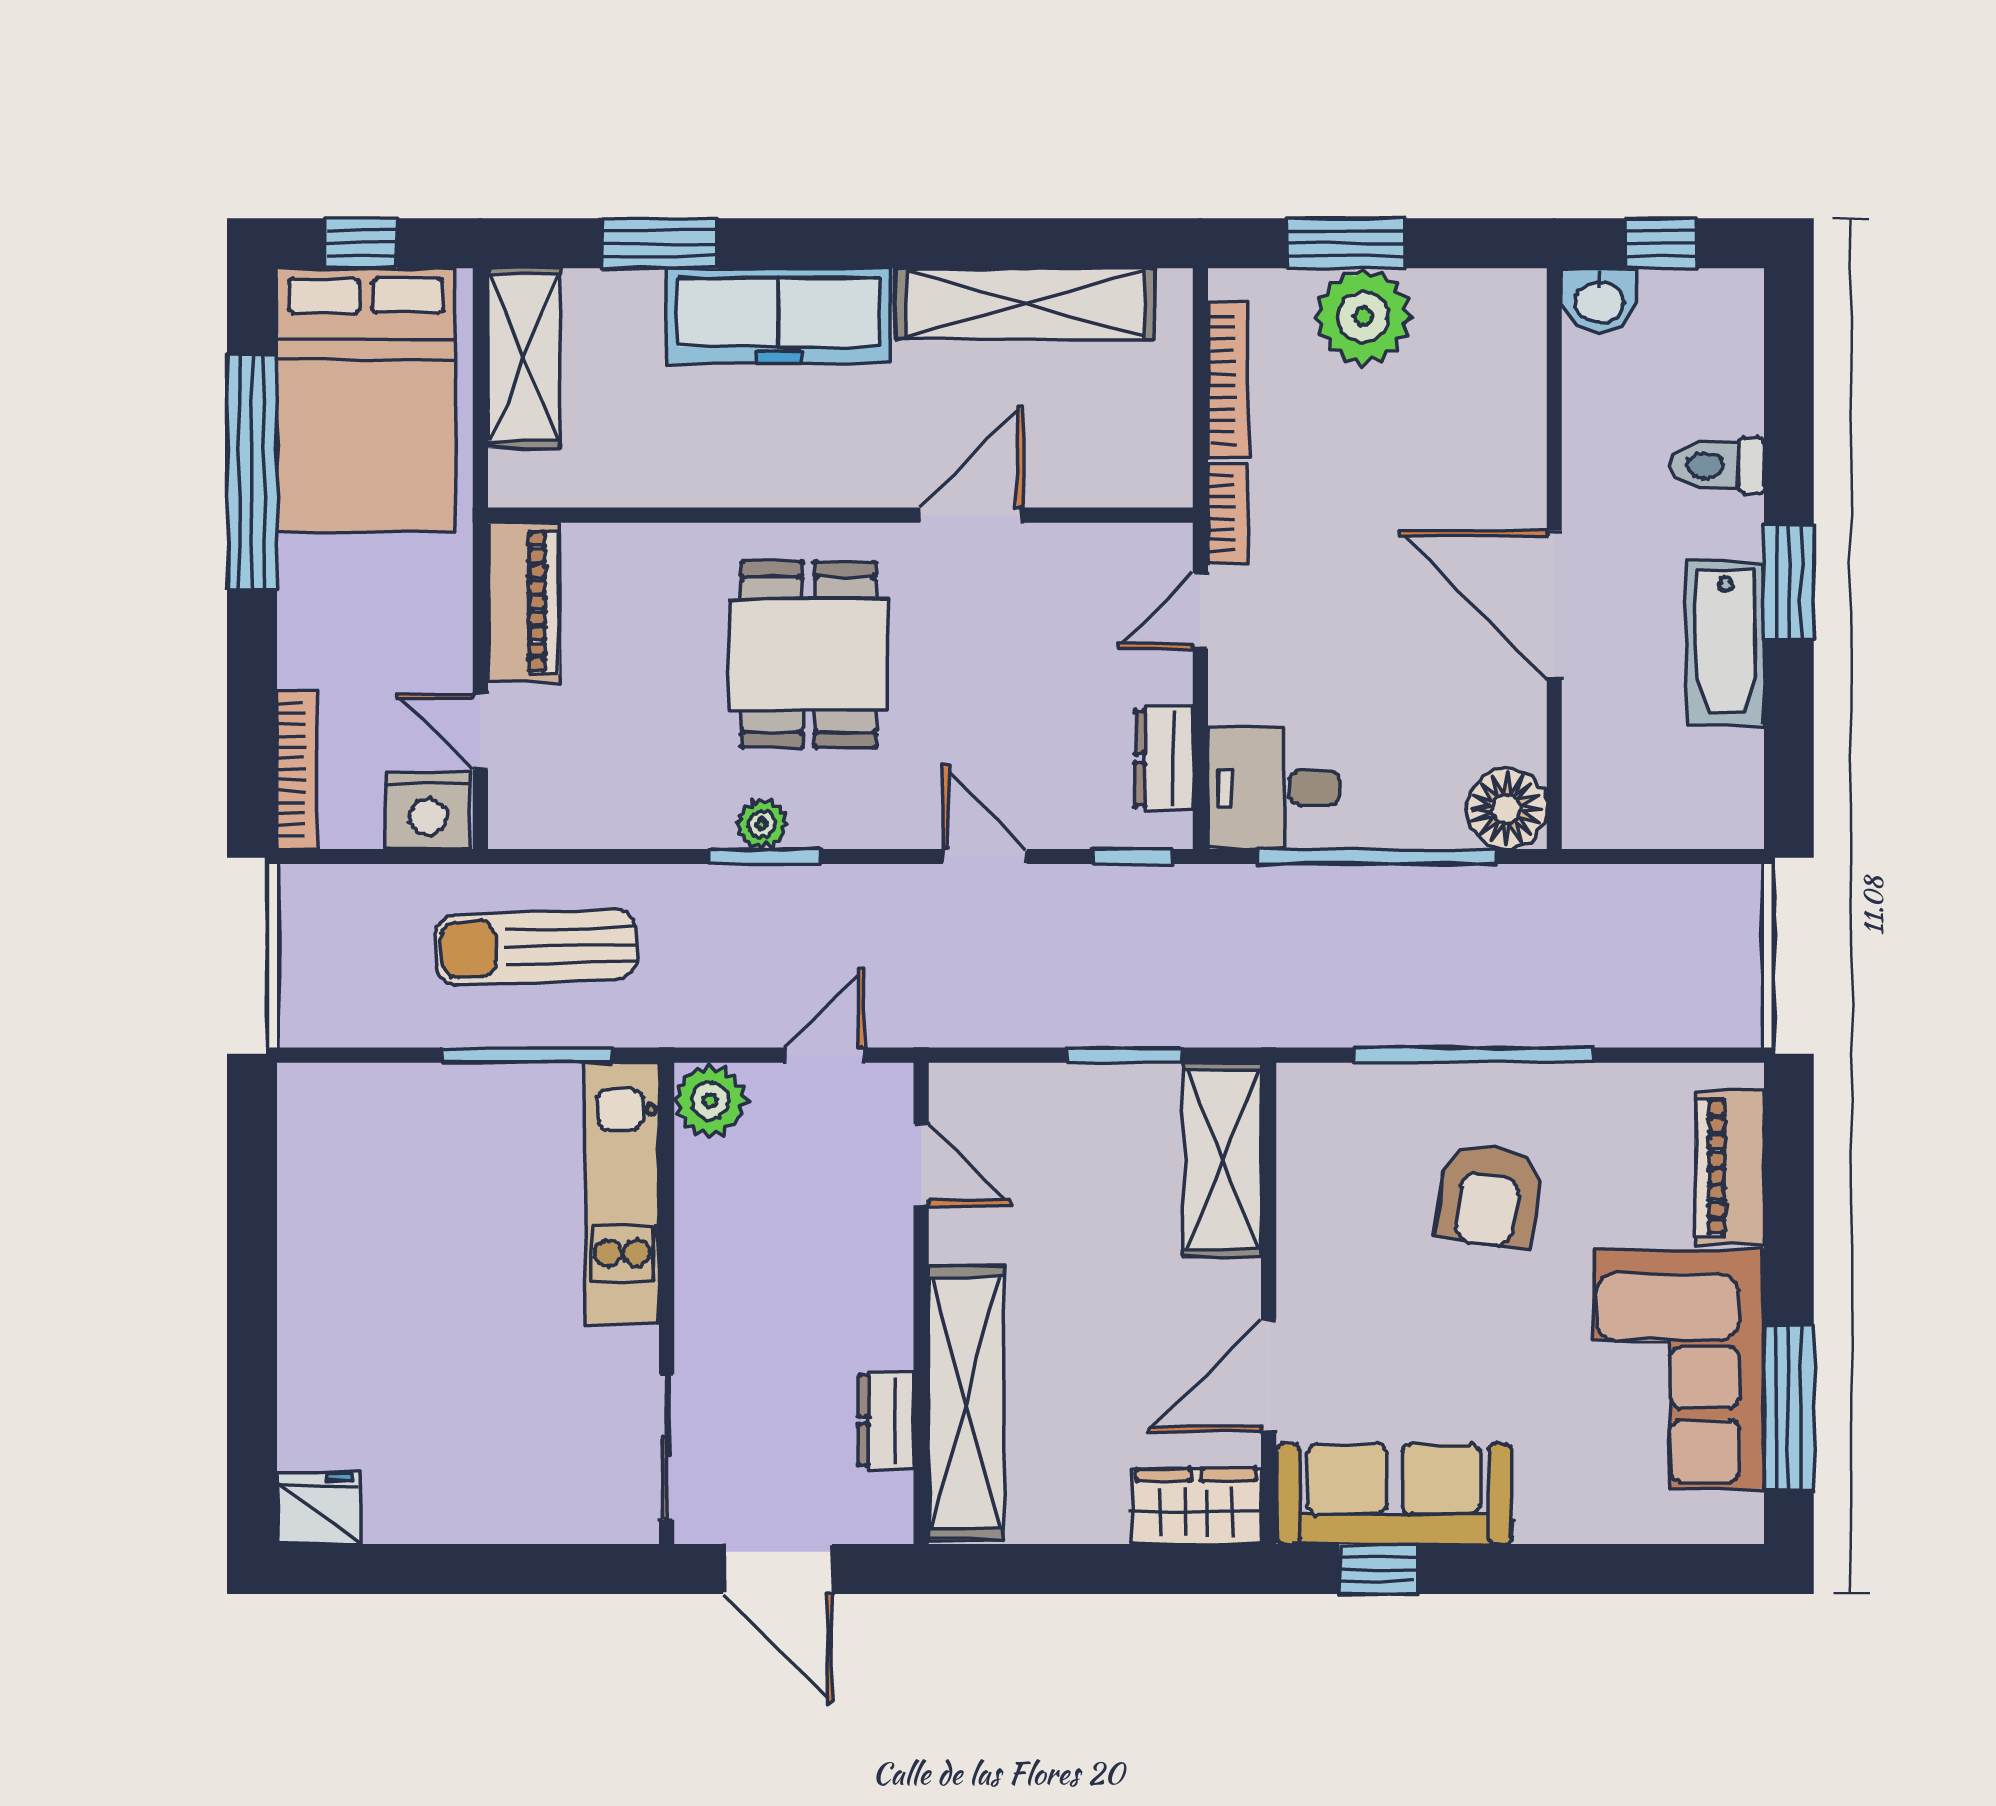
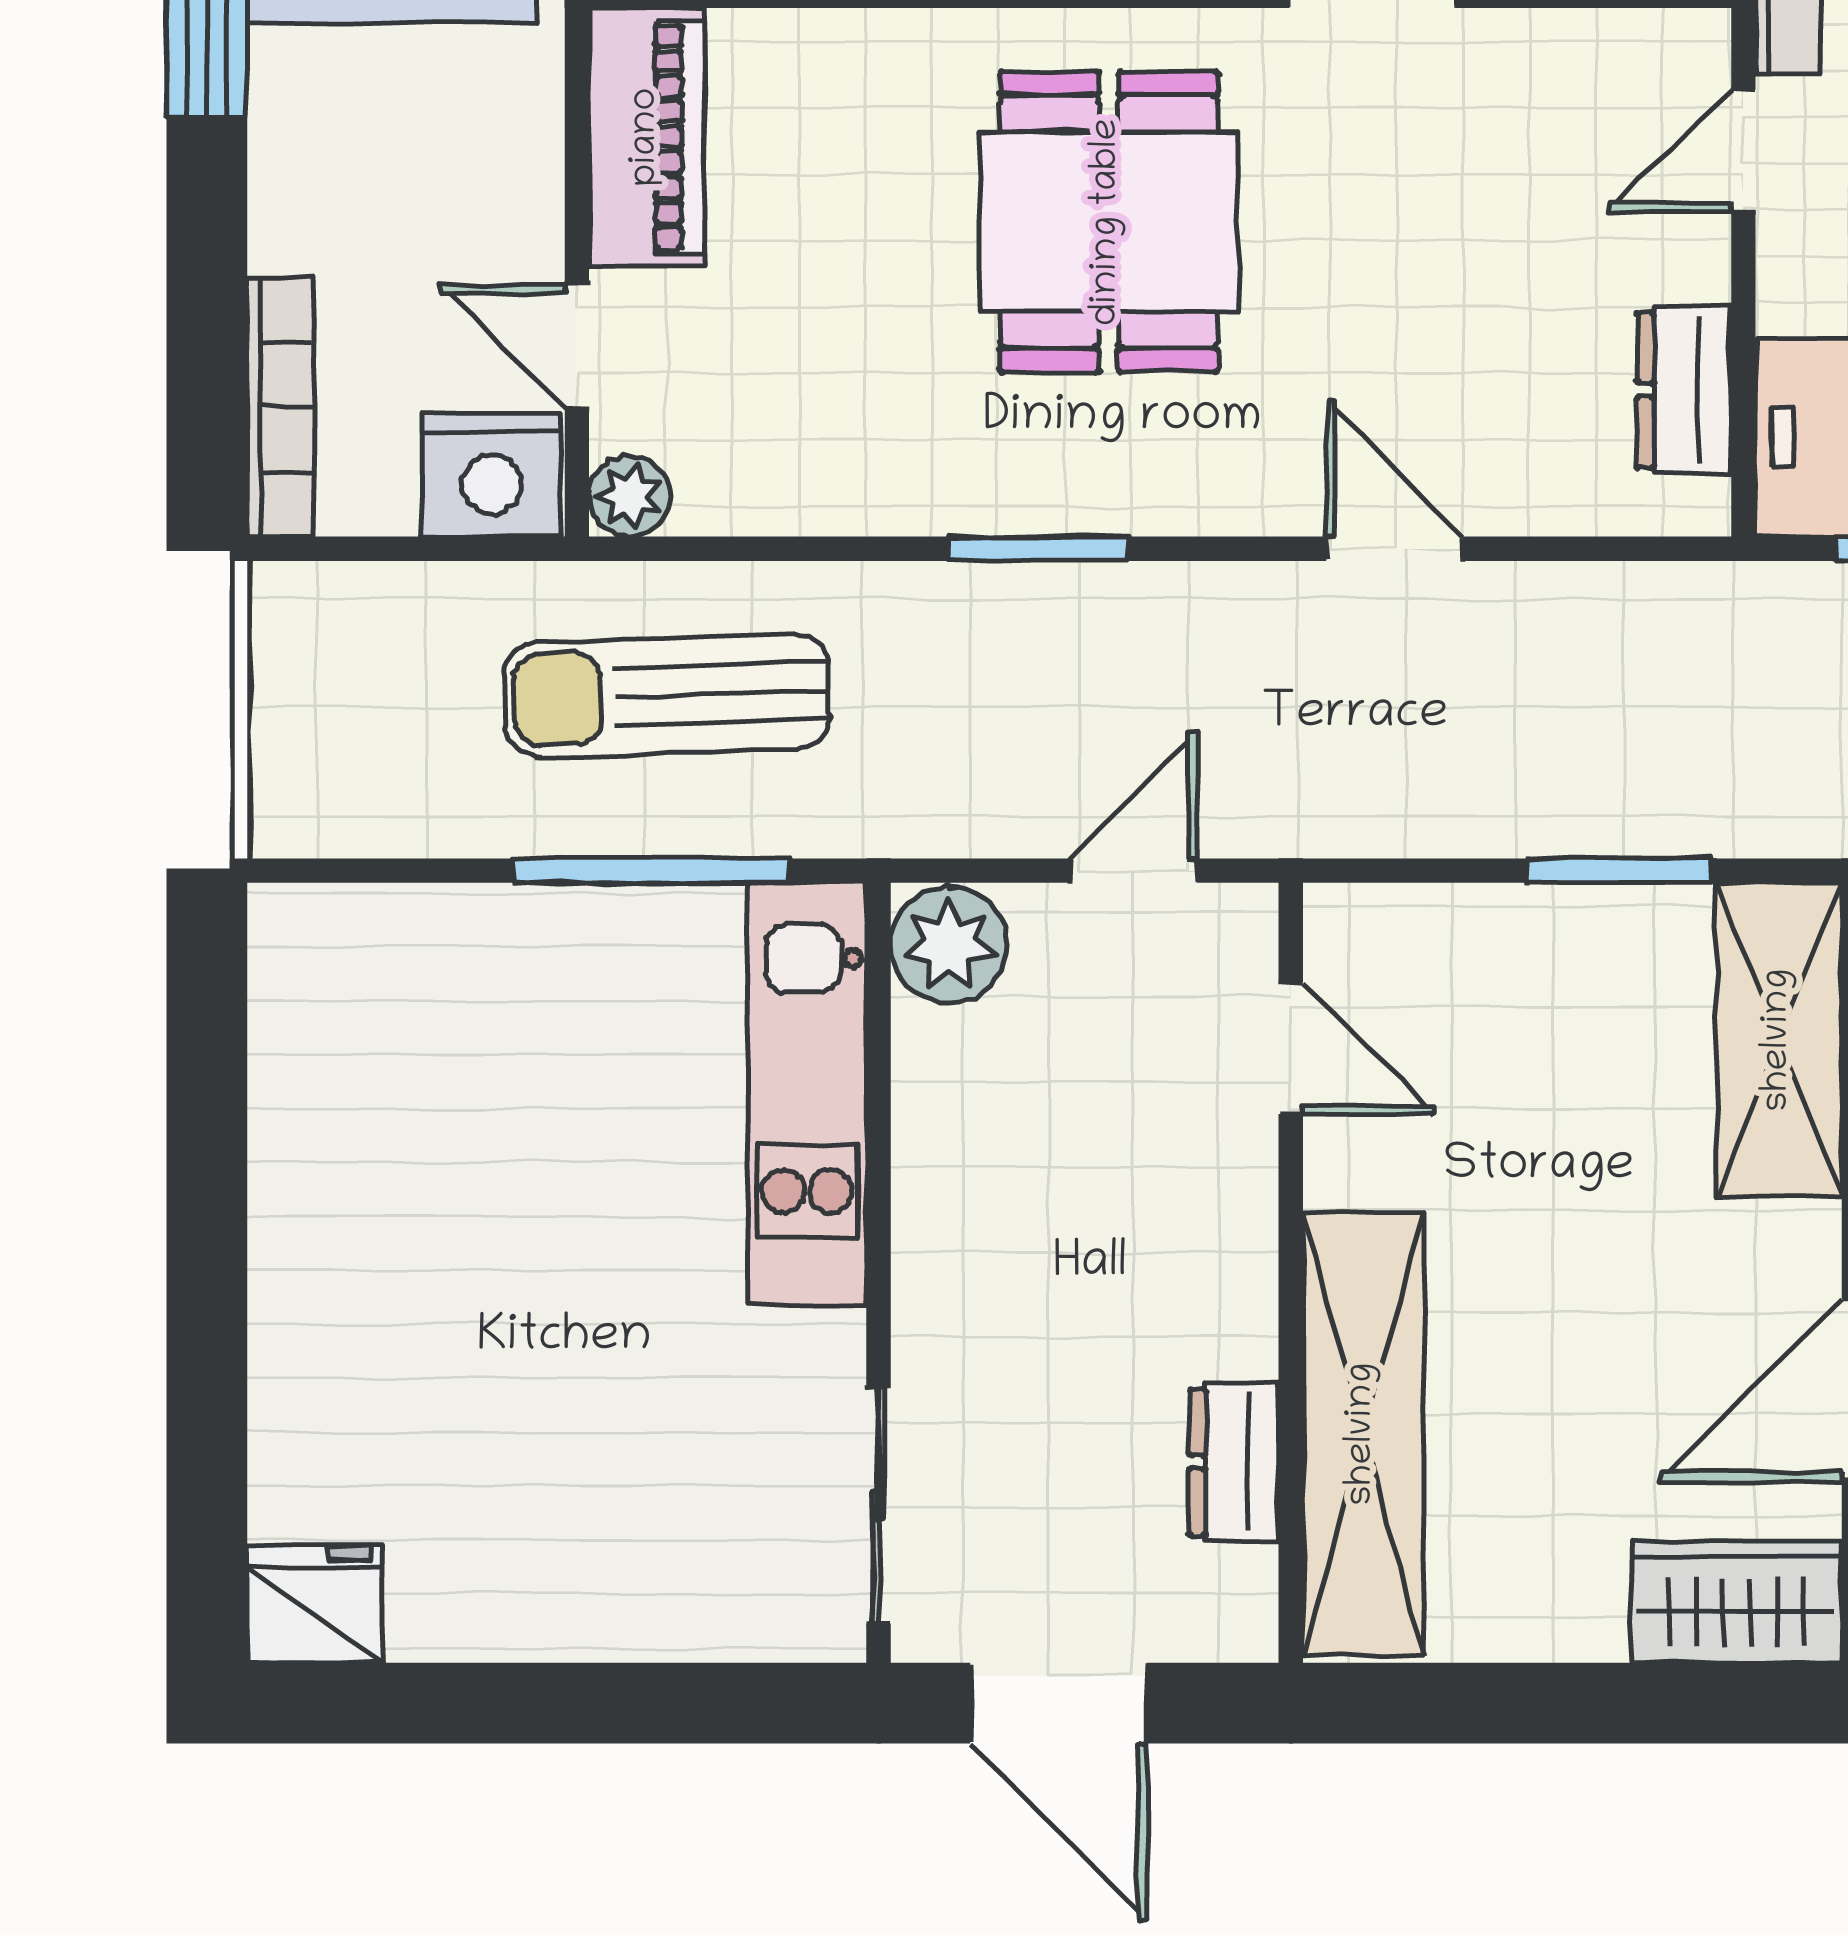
plant: (762, 824) -> (630, 496), moved
window: (1132, 856) -> (1633, 549), removed

